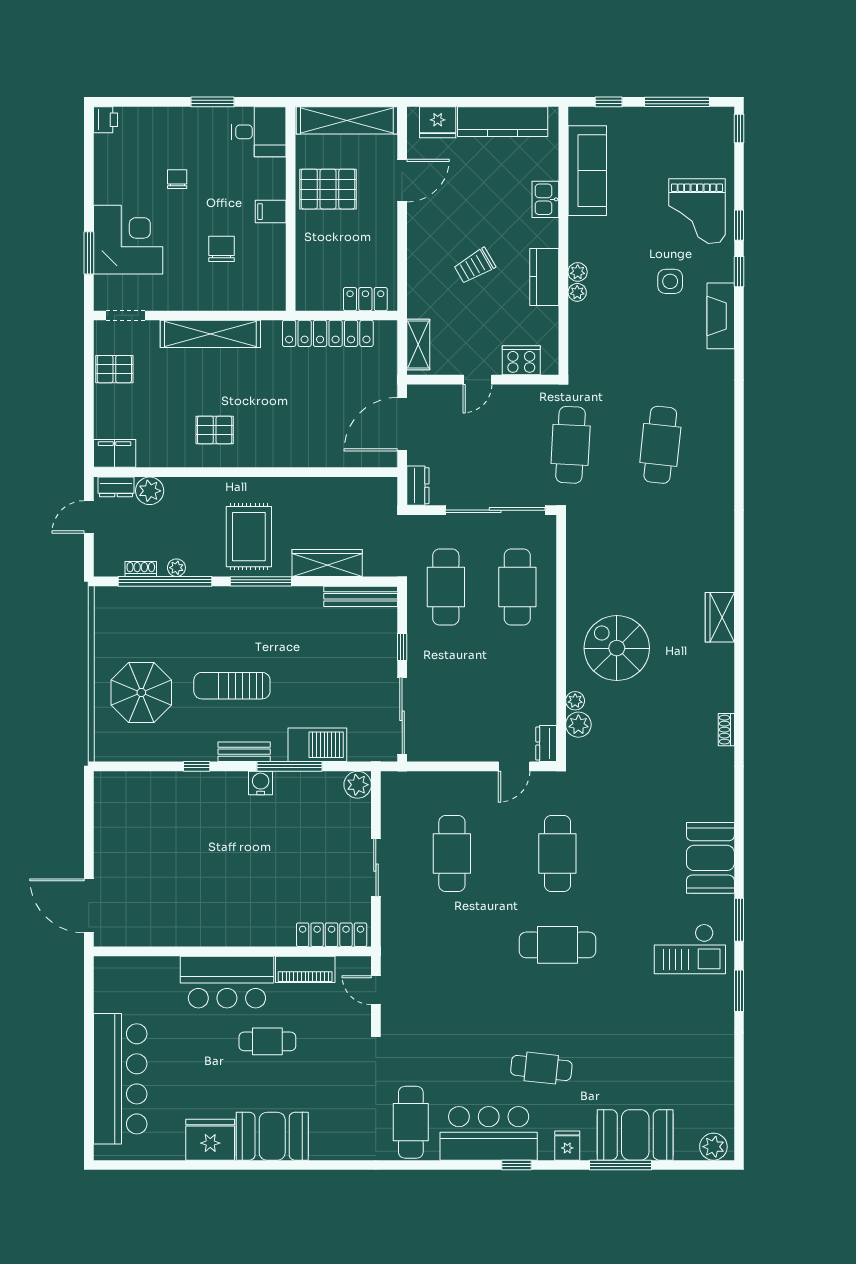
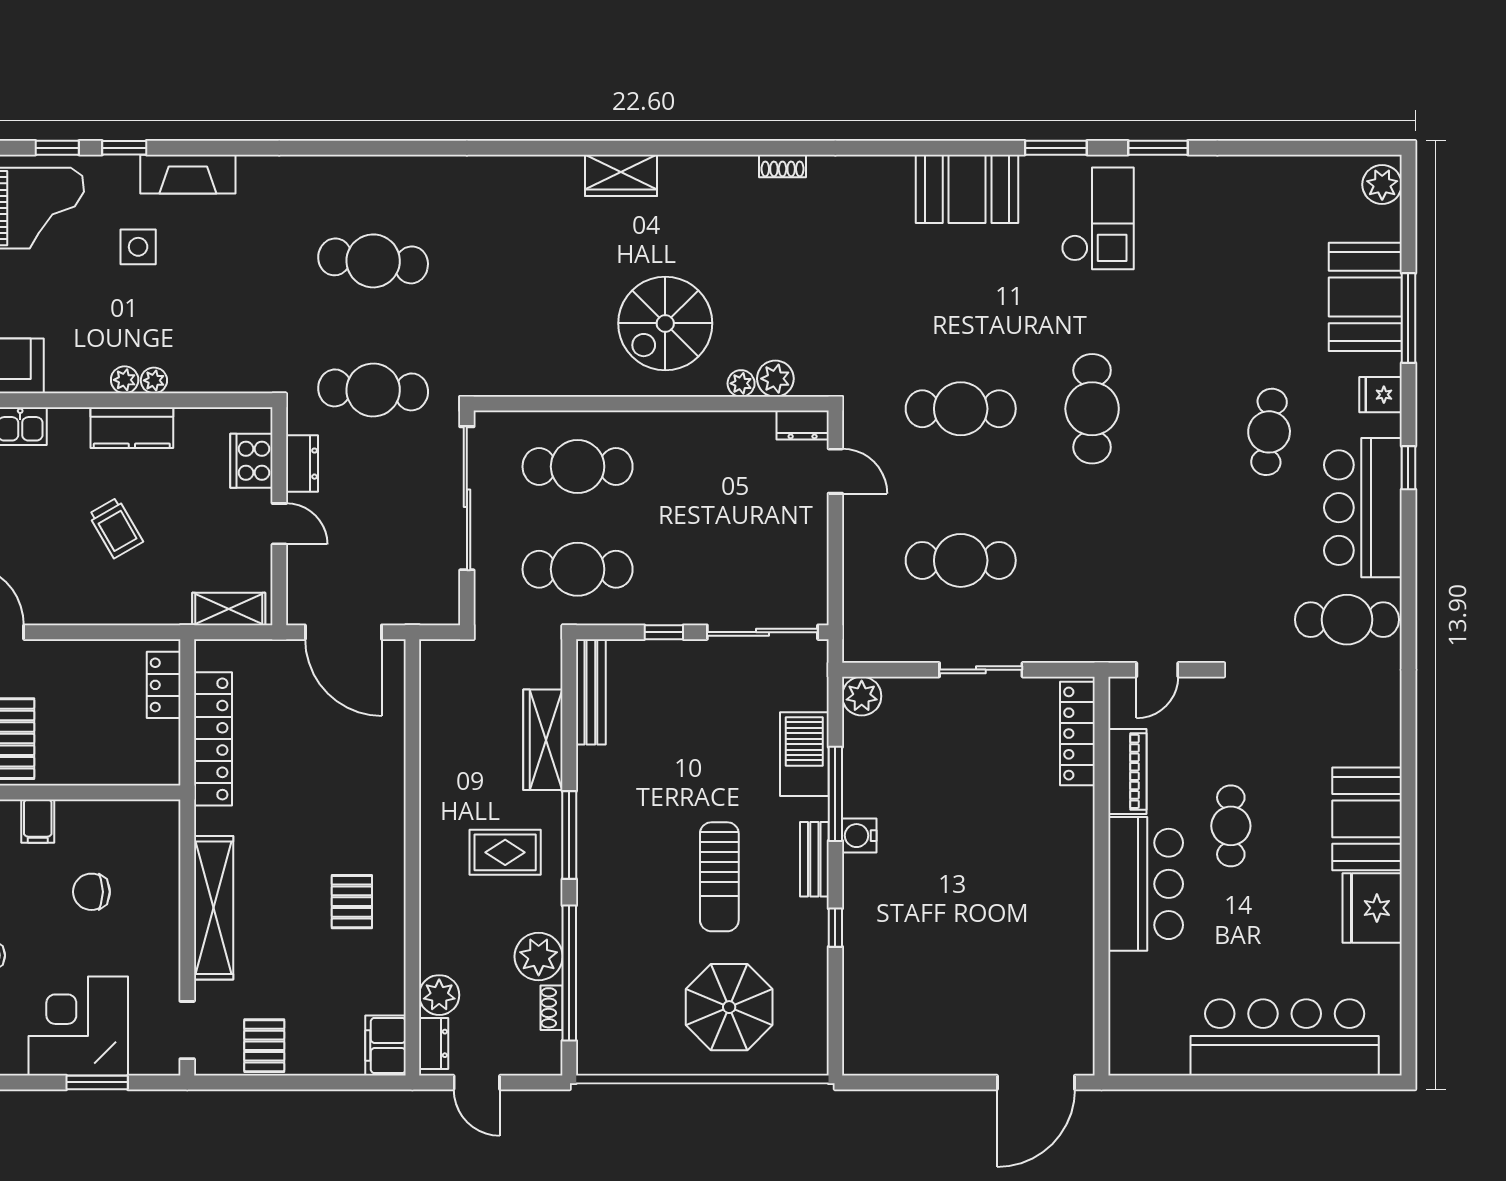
dresser: (418, 486) -> (302, 464), moved, turned 90
rug: (249, 537) -> (505, 852), width x0.73, depth x0.70
plant: (176, 568) -> (539, 956), width x1.88, depth x1.88

